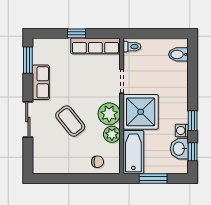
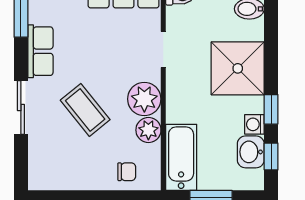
shower: (141, 112) -> (238, 68), moved

